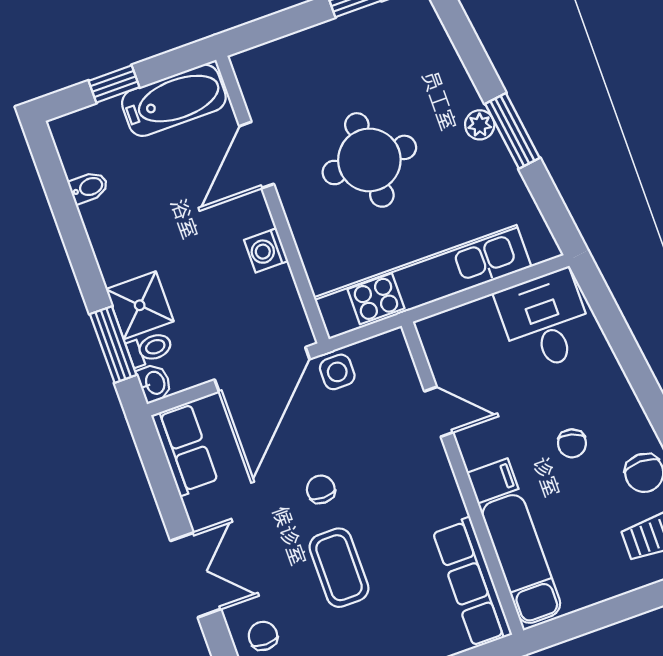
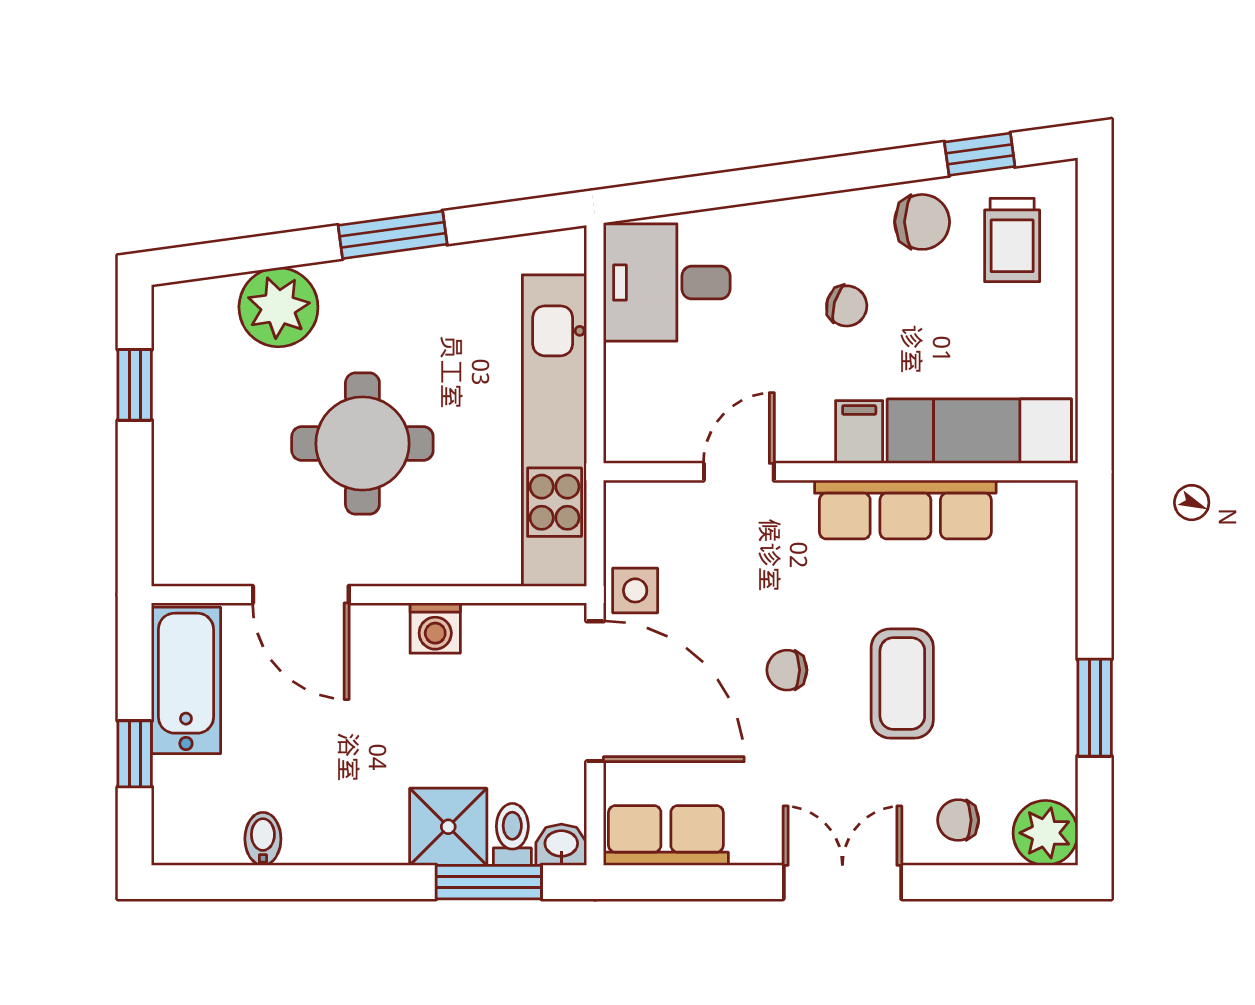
plant: (480, 125) -> (278, 307), moved, width x1.88, depth x1.88
coffee table: (339, 568) -> (902, 683), turned 90
row of seats: (472, 582) -> (905, 510), moved

